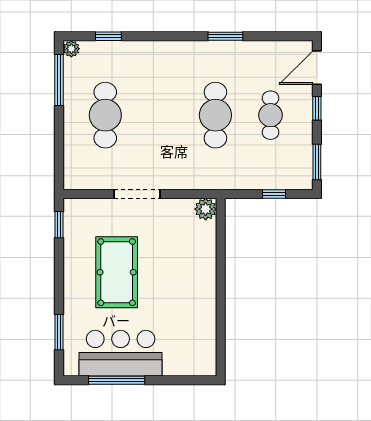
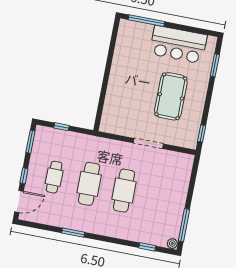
cafe table: (105, 115) -> (124, 191), moved
plant: (206, 209) -> (107, 126), removed
window: (117, 380) -> (146, 21), moved

